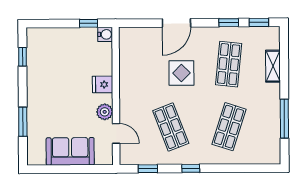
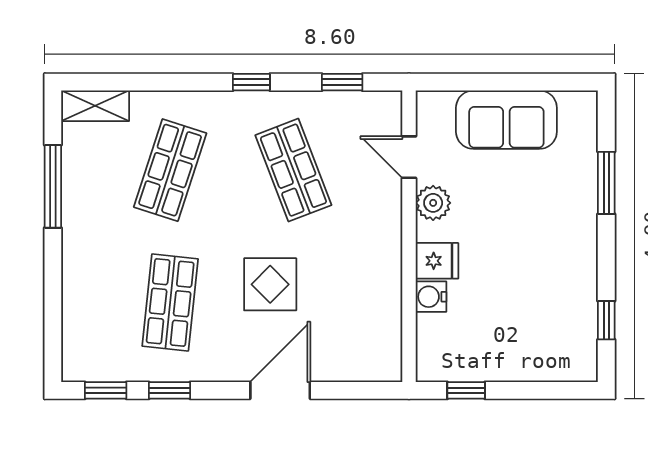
water cooler: (105, 34) -> (431, 297), moved
shelving: (273, 66) -> (95, 106), moved, turned 90

